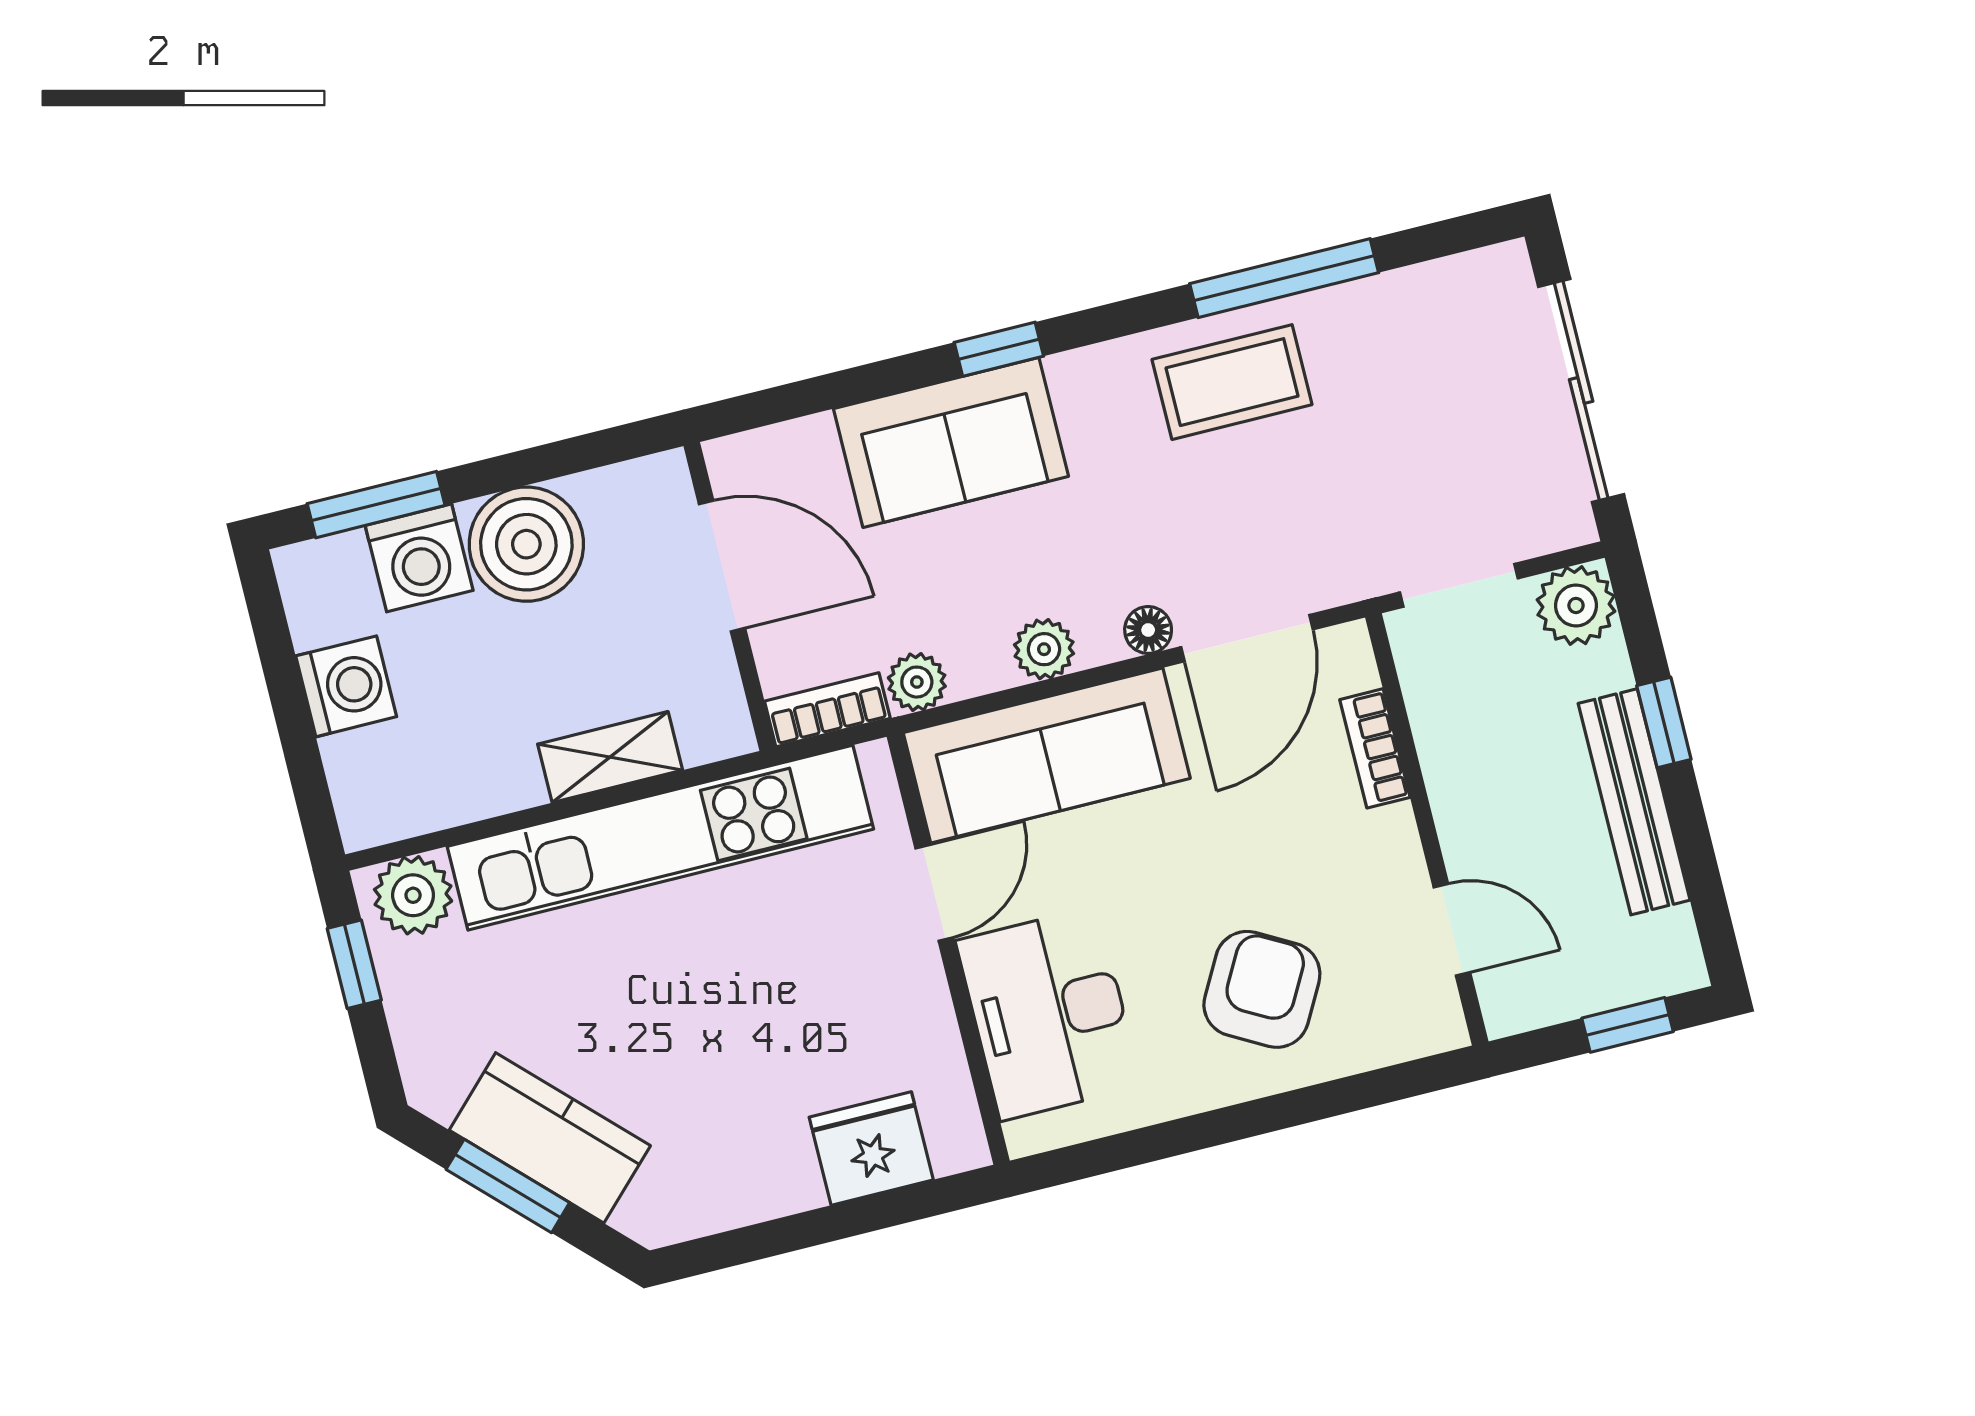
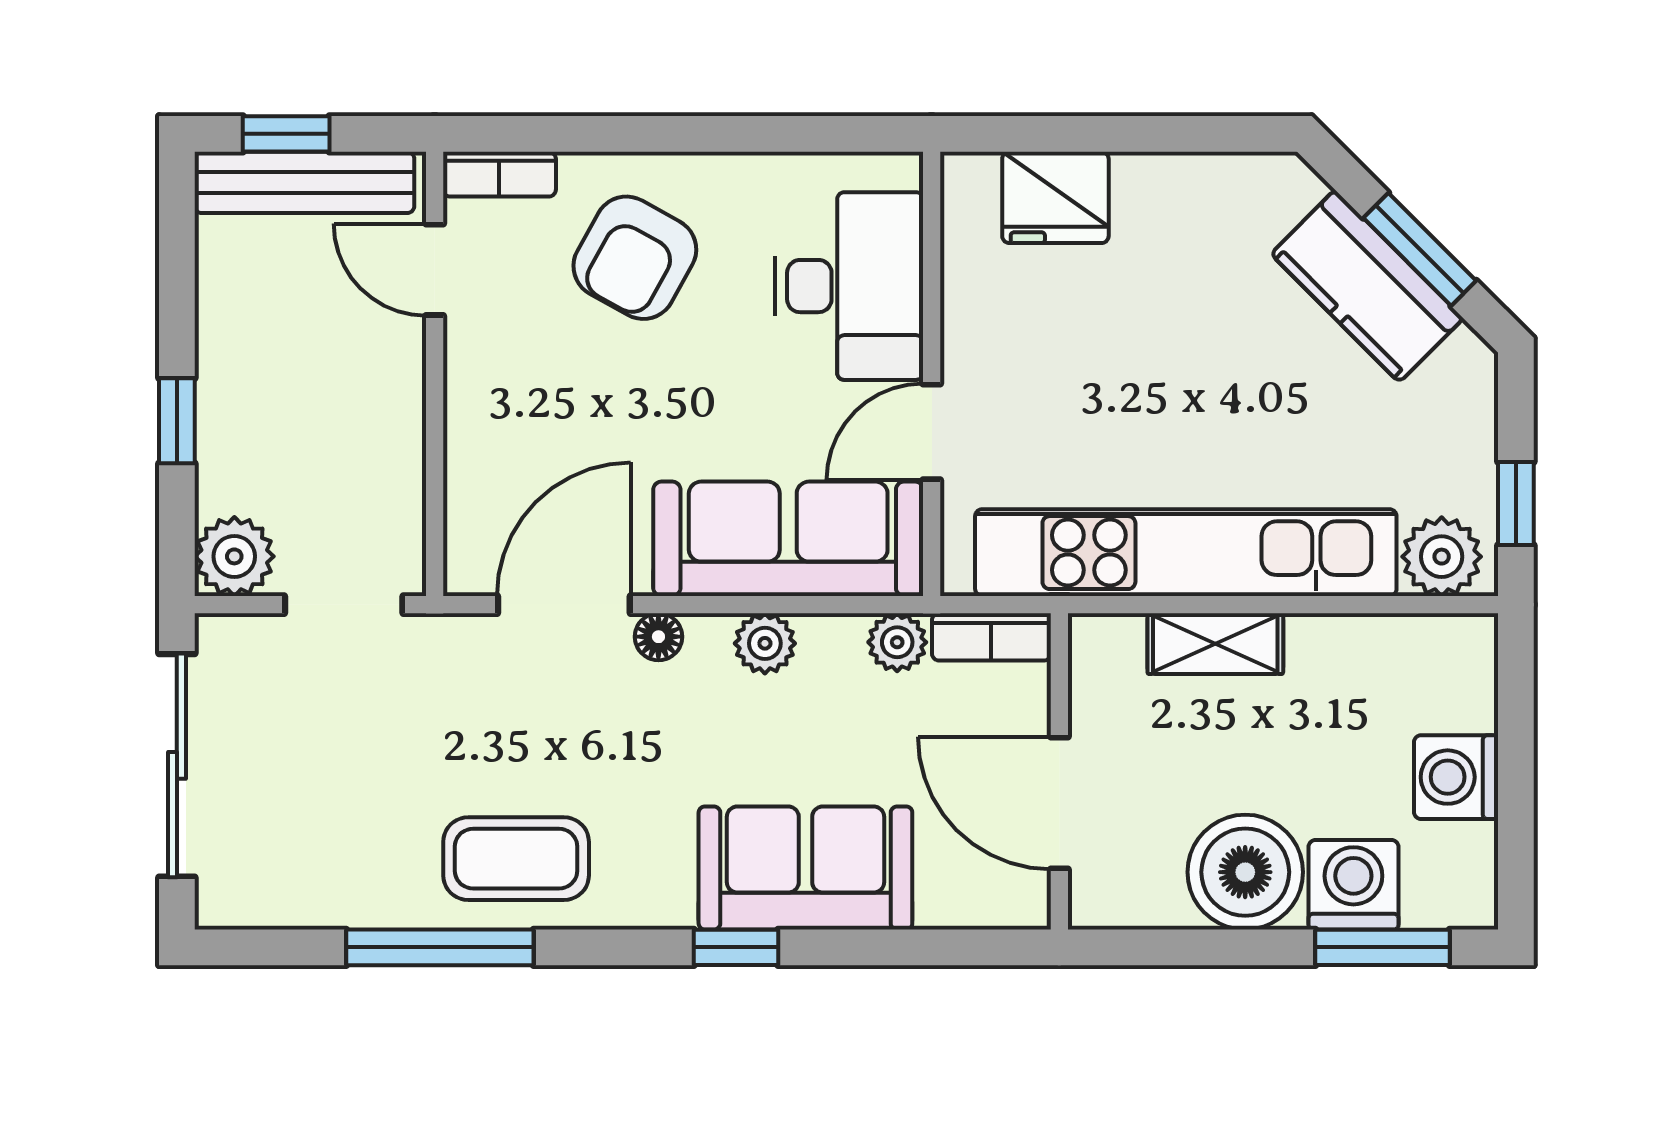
bookcase: (1375, 748) -> (499, 174), moved, turned 90
bench: (1634, 802) -> (304, 182), moved, turned 90

